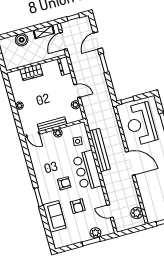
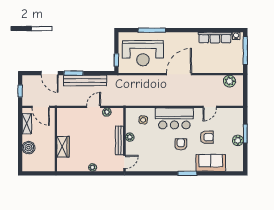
dresser: (64, 66) -> (66, 113), removed
bench: (100, 150) -> (85, 80), moved
door: (110, 211) -> (210, 107), moved
plant: (95, 233) -> (238, 140), moved

